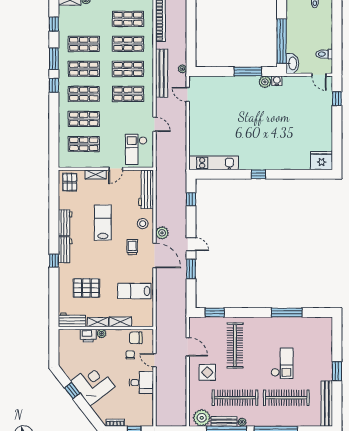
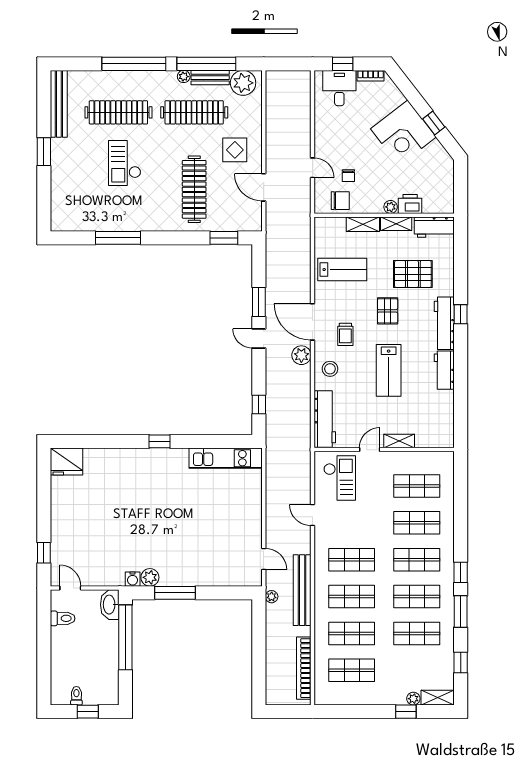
pallet: (70, 182) -> (388, 311), moved
workbench: (65, 250) -> (444, 323), width x1.38
desk: (141, 383) -> (339, 88), moved, turned 90

